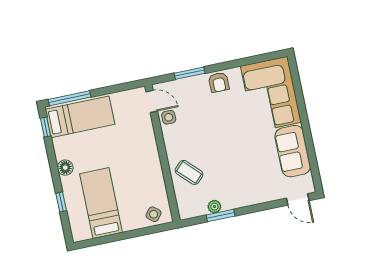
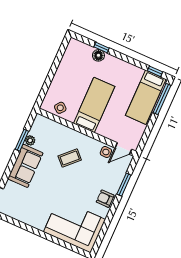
sofa: (293, 151) -> (25, 166), moved, turned 90
floor lamp: (65, 168) -> (98, 55), moved
coffee table: (189, 172) -> (70, 158), moved
bed: (101, 203) -> (94, 105), moved, turned -90
side table: (154, 214) -> (60, 108), moved

